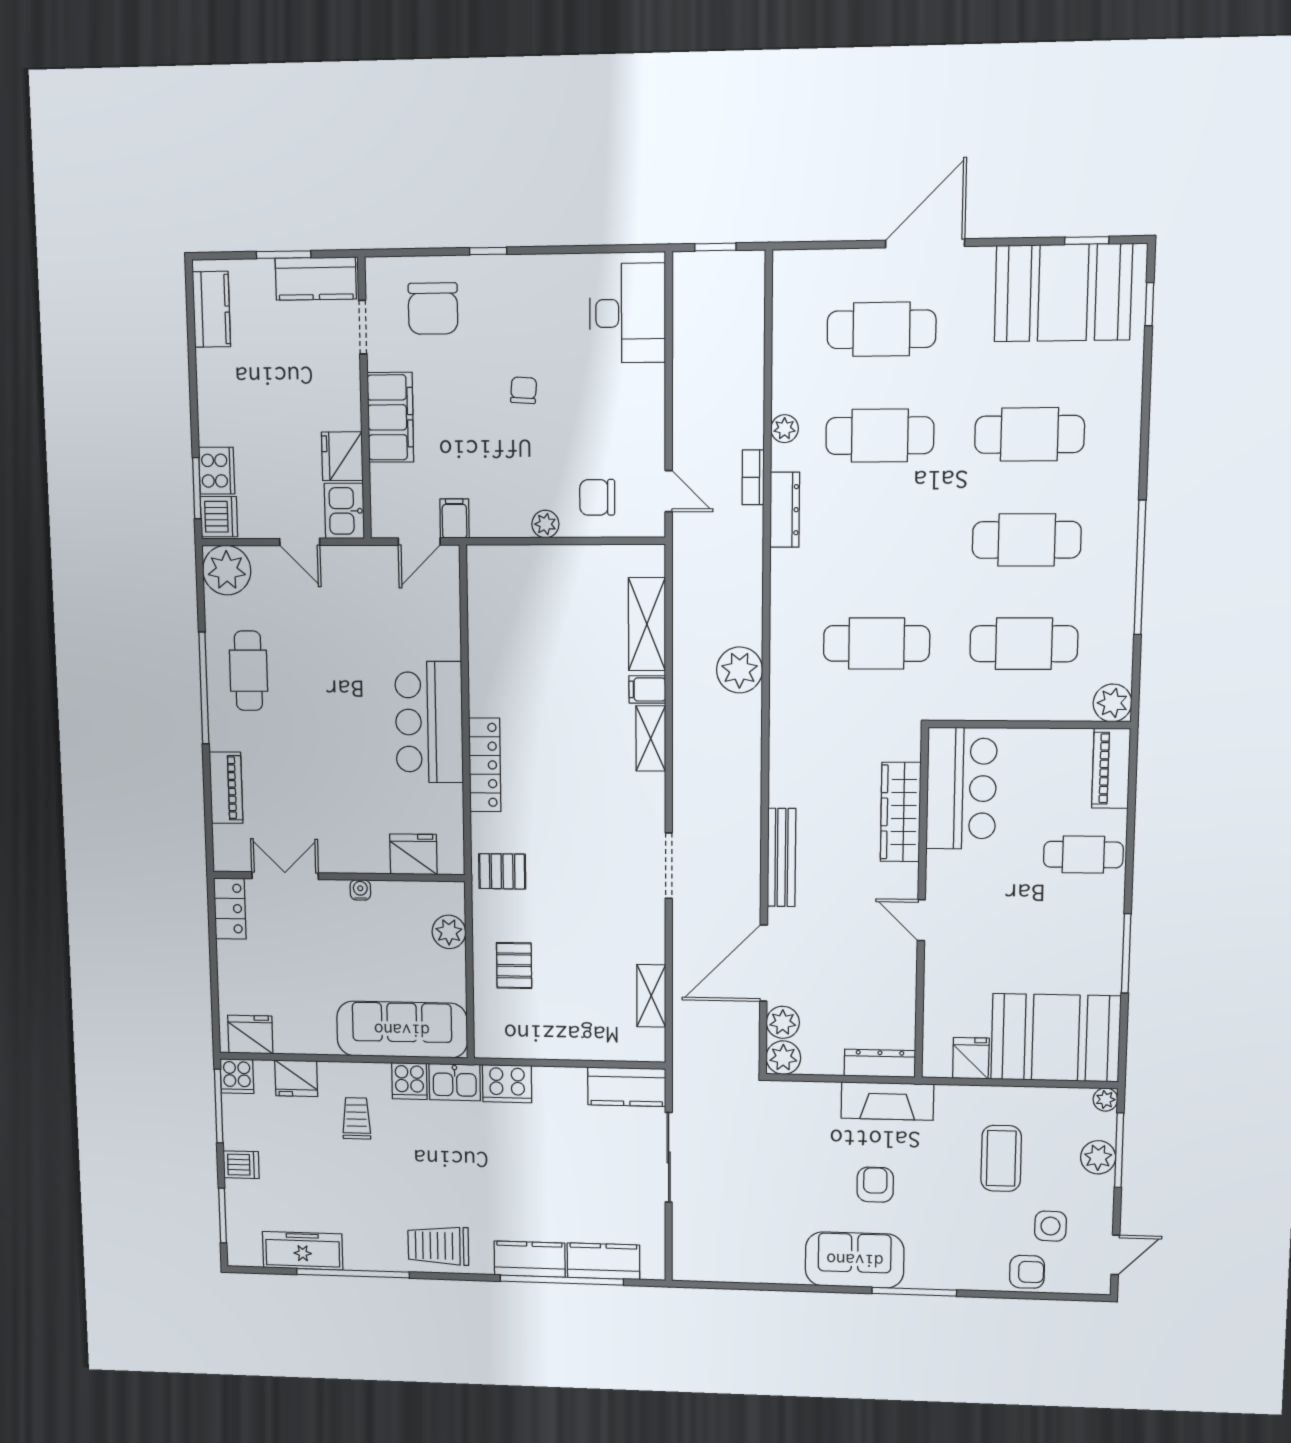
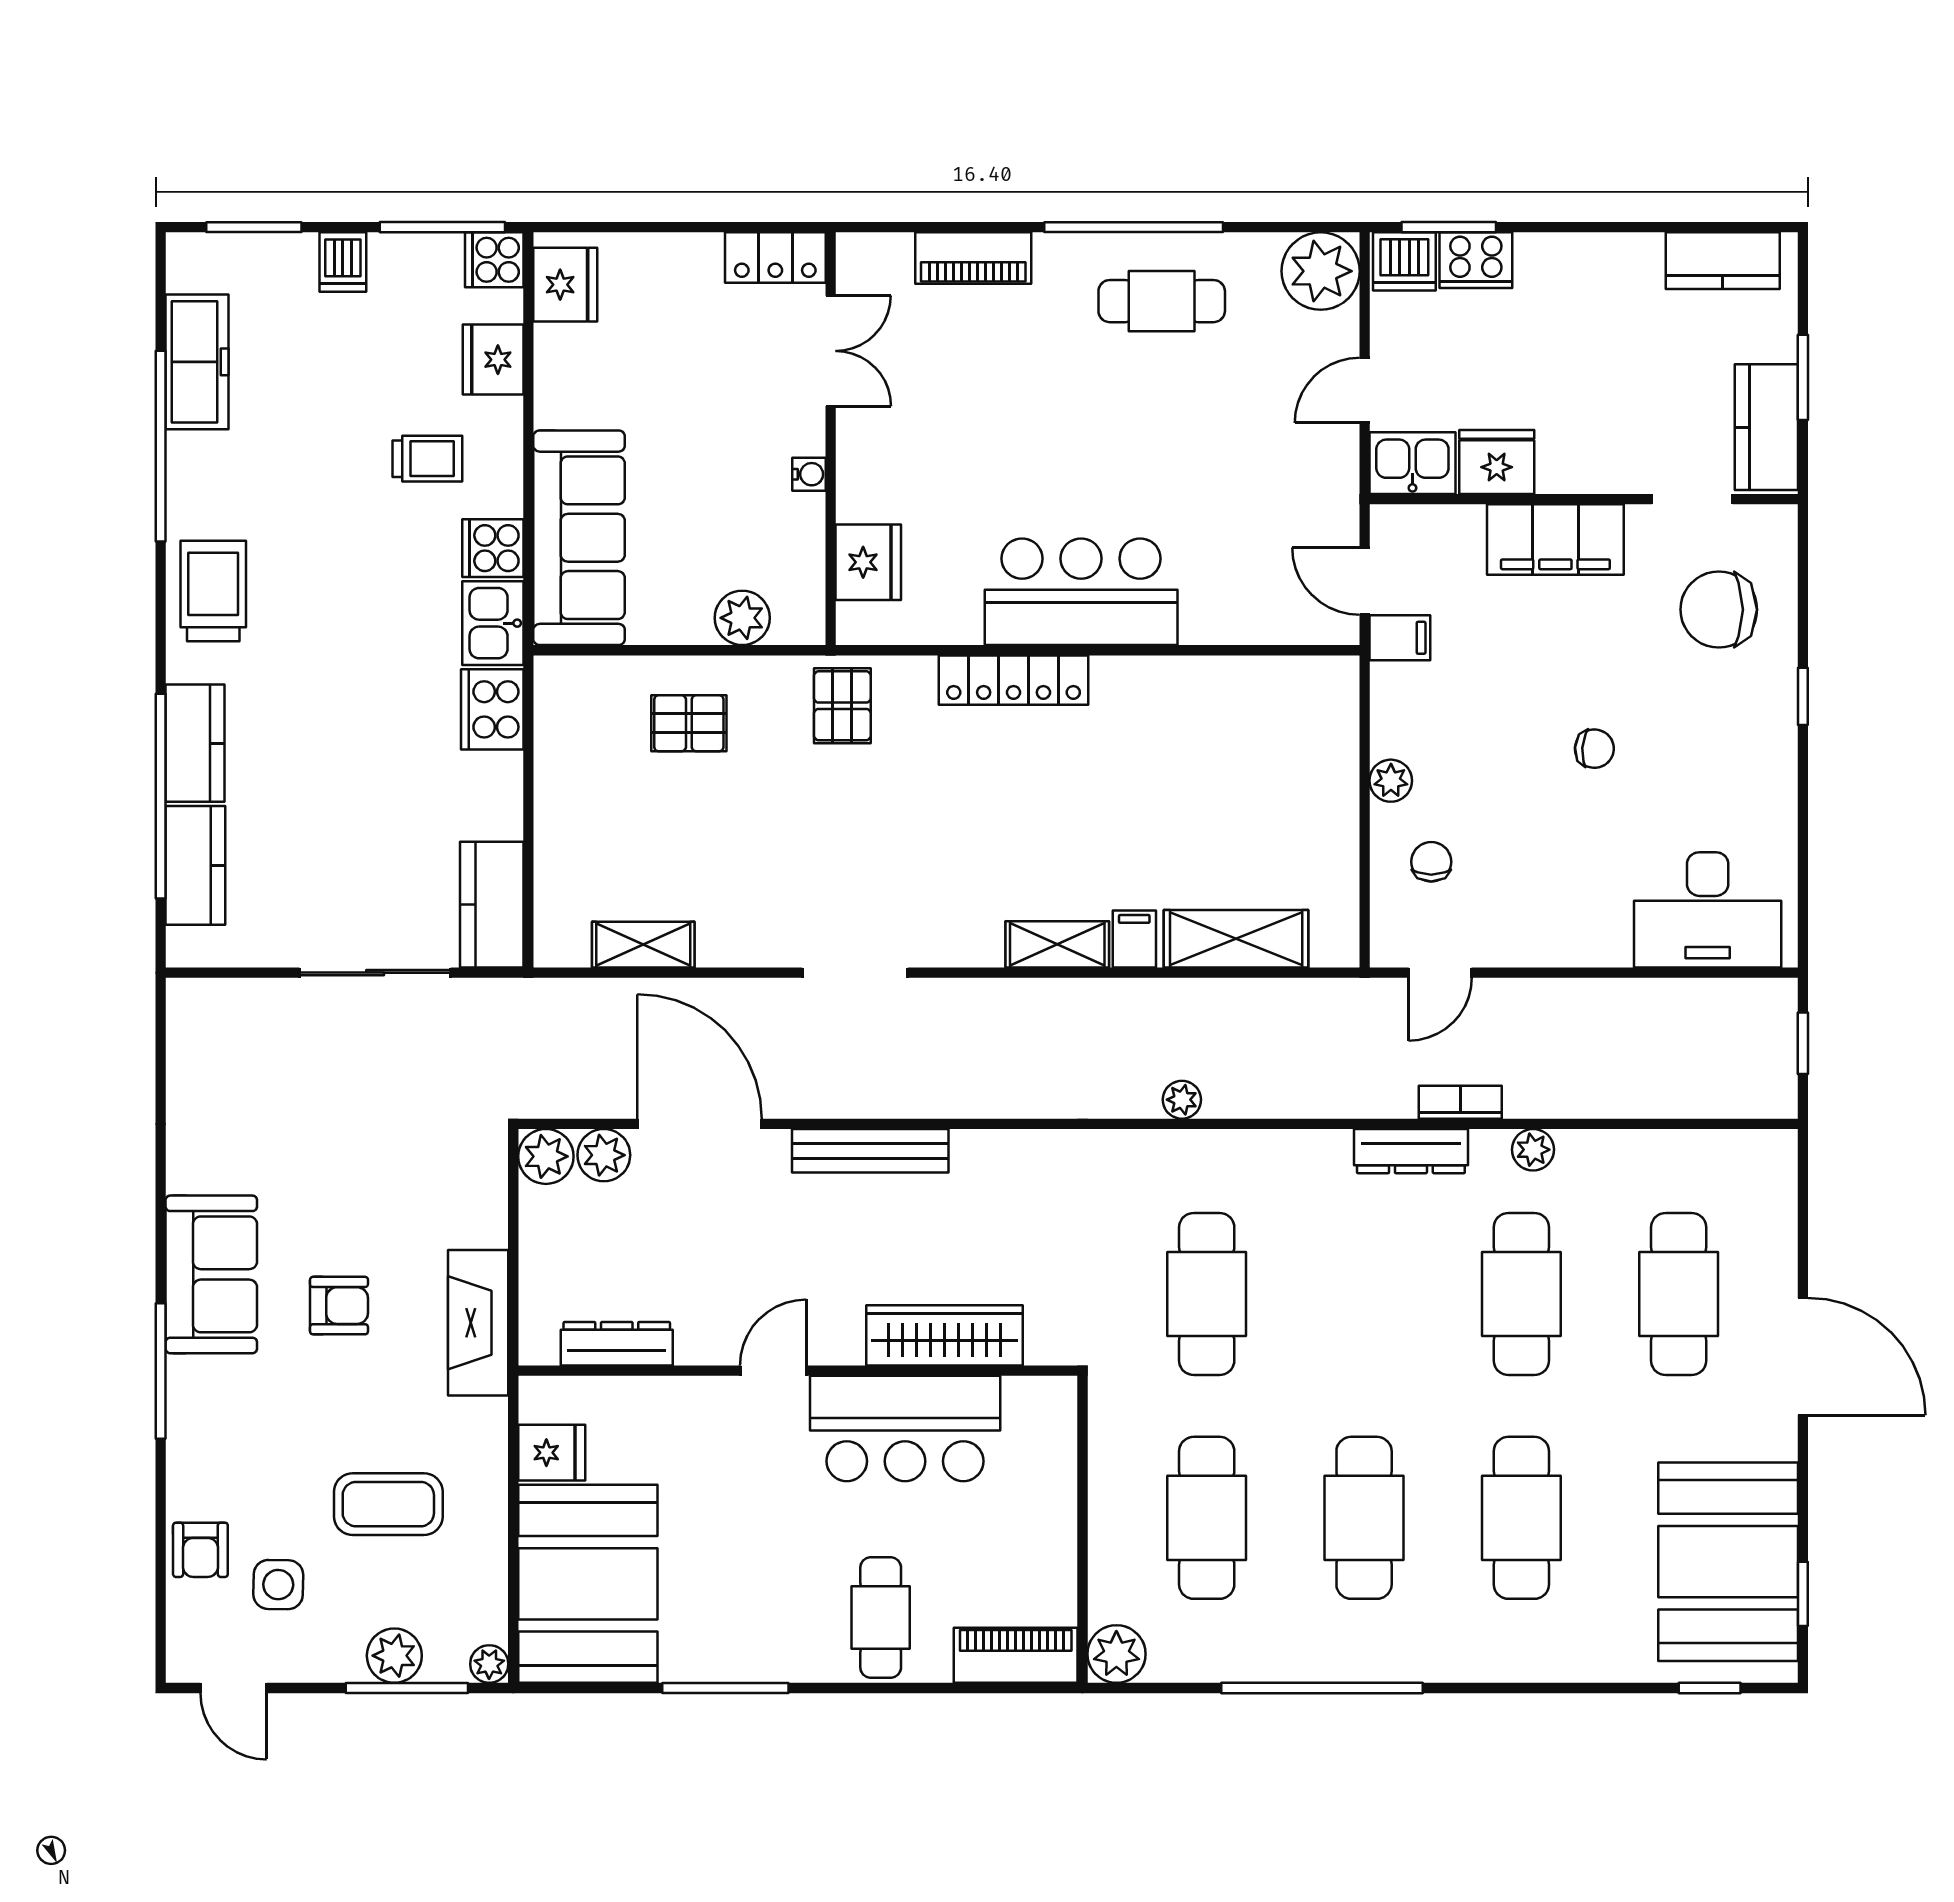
chair: (597, 497) -> (1431, 862), width x0.73, depth x0.73
plant: (739, 670) -> (1182, 1100), width x0.53, depth x0.53
bar counter: (961, 788) -> (905, 1428), moved
dresser: (880, 1063) -> (617, 1344), moved, turned -90

